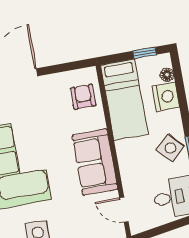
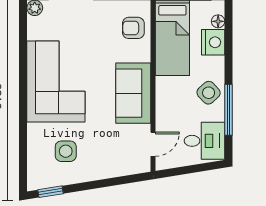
armchair: (83, 97) -> (133, 28), turned -90
door: (124, 210) -> (153, 144), swing flipped

